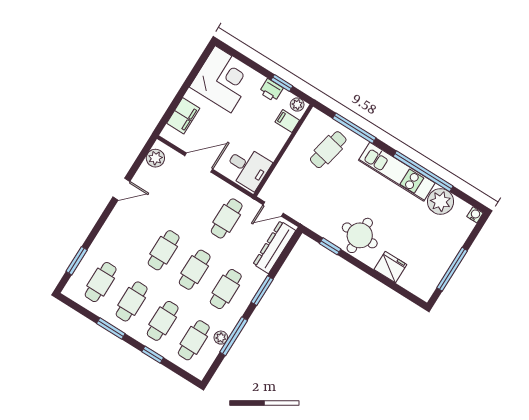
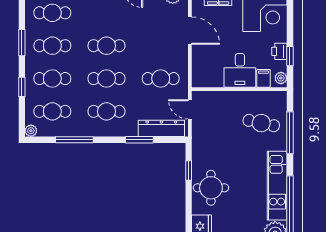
desk: (248, 168) -> (240, 70), moved
window: (262, 291) -> (139, 140), moved
plant: (221, 338) -> (31, 131), moved

